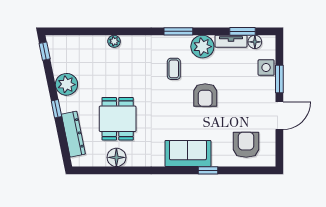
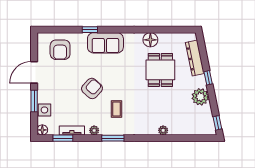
floor lamp: (255, 42) -> (42, 130), moved
plant: (202, 47) -> (94, 130), width x0.53, depth x0.53
armchair: (205, 95) -> (92, 88), turned 42
floor lamp: (116, 157) -> (150, 40), moved

